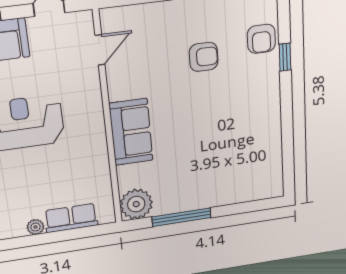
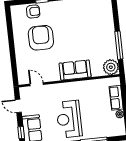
armchair: (204, 57) -> (41, 38), width x1.88, depth x1.88

